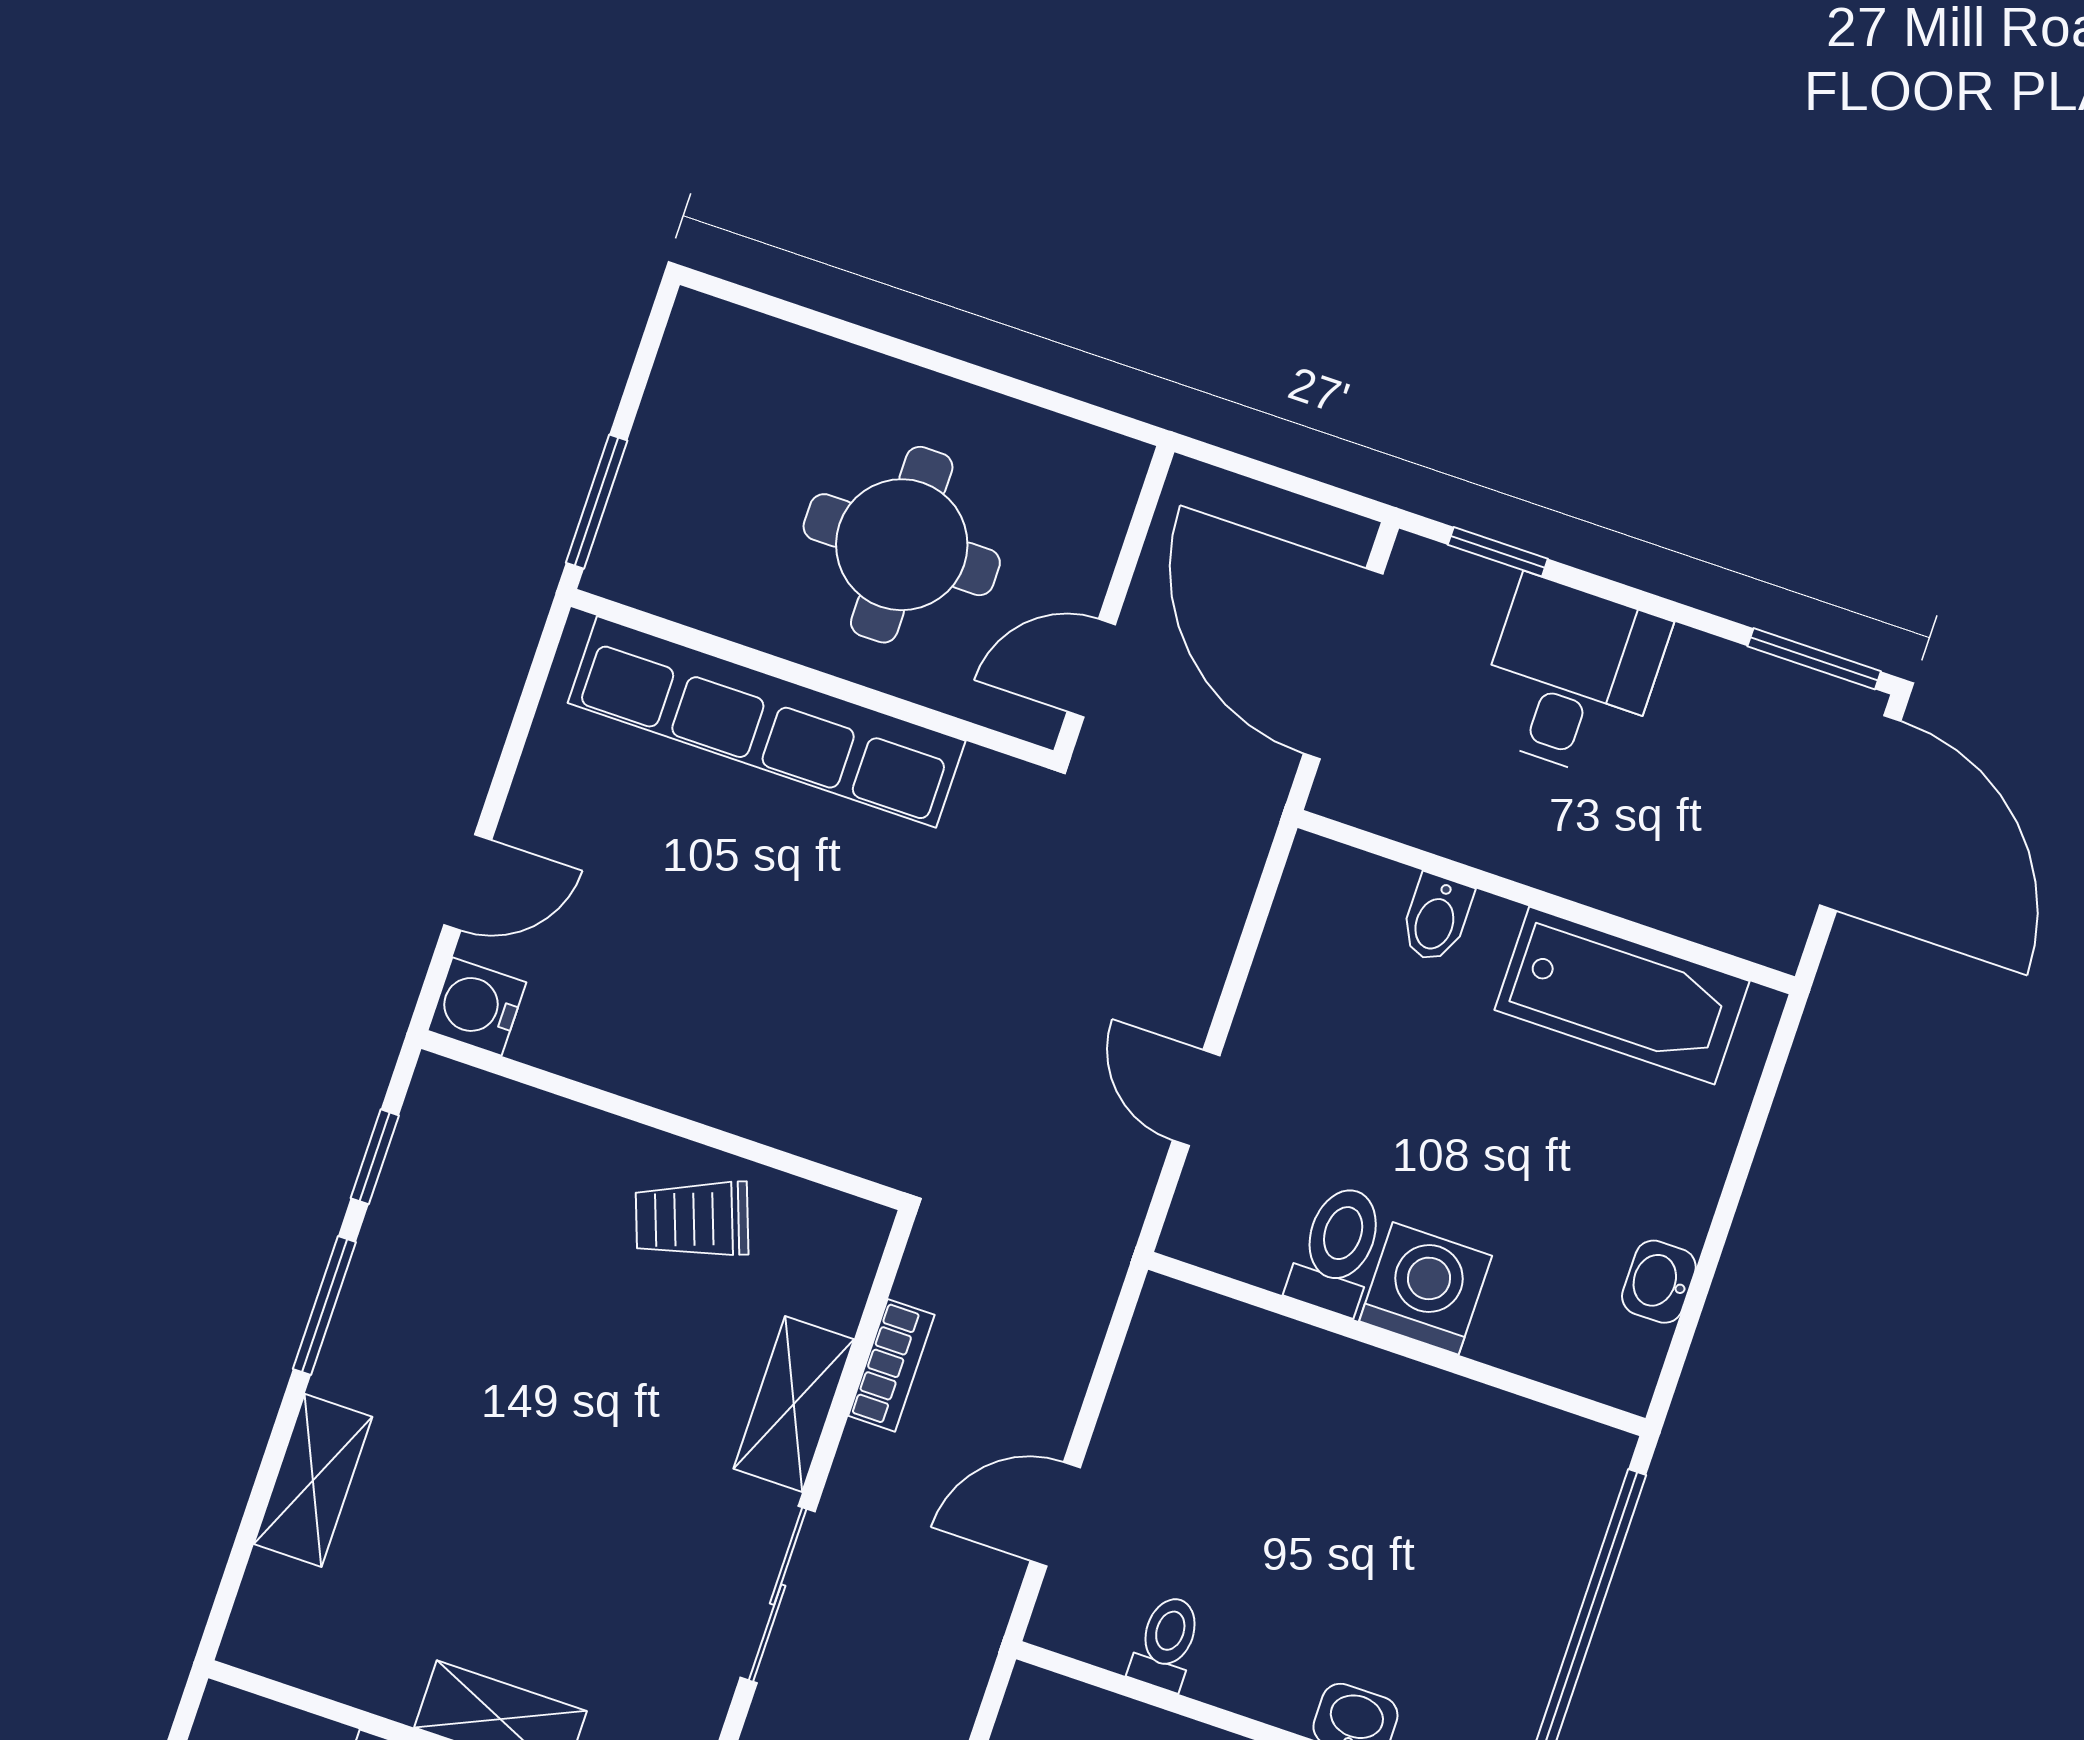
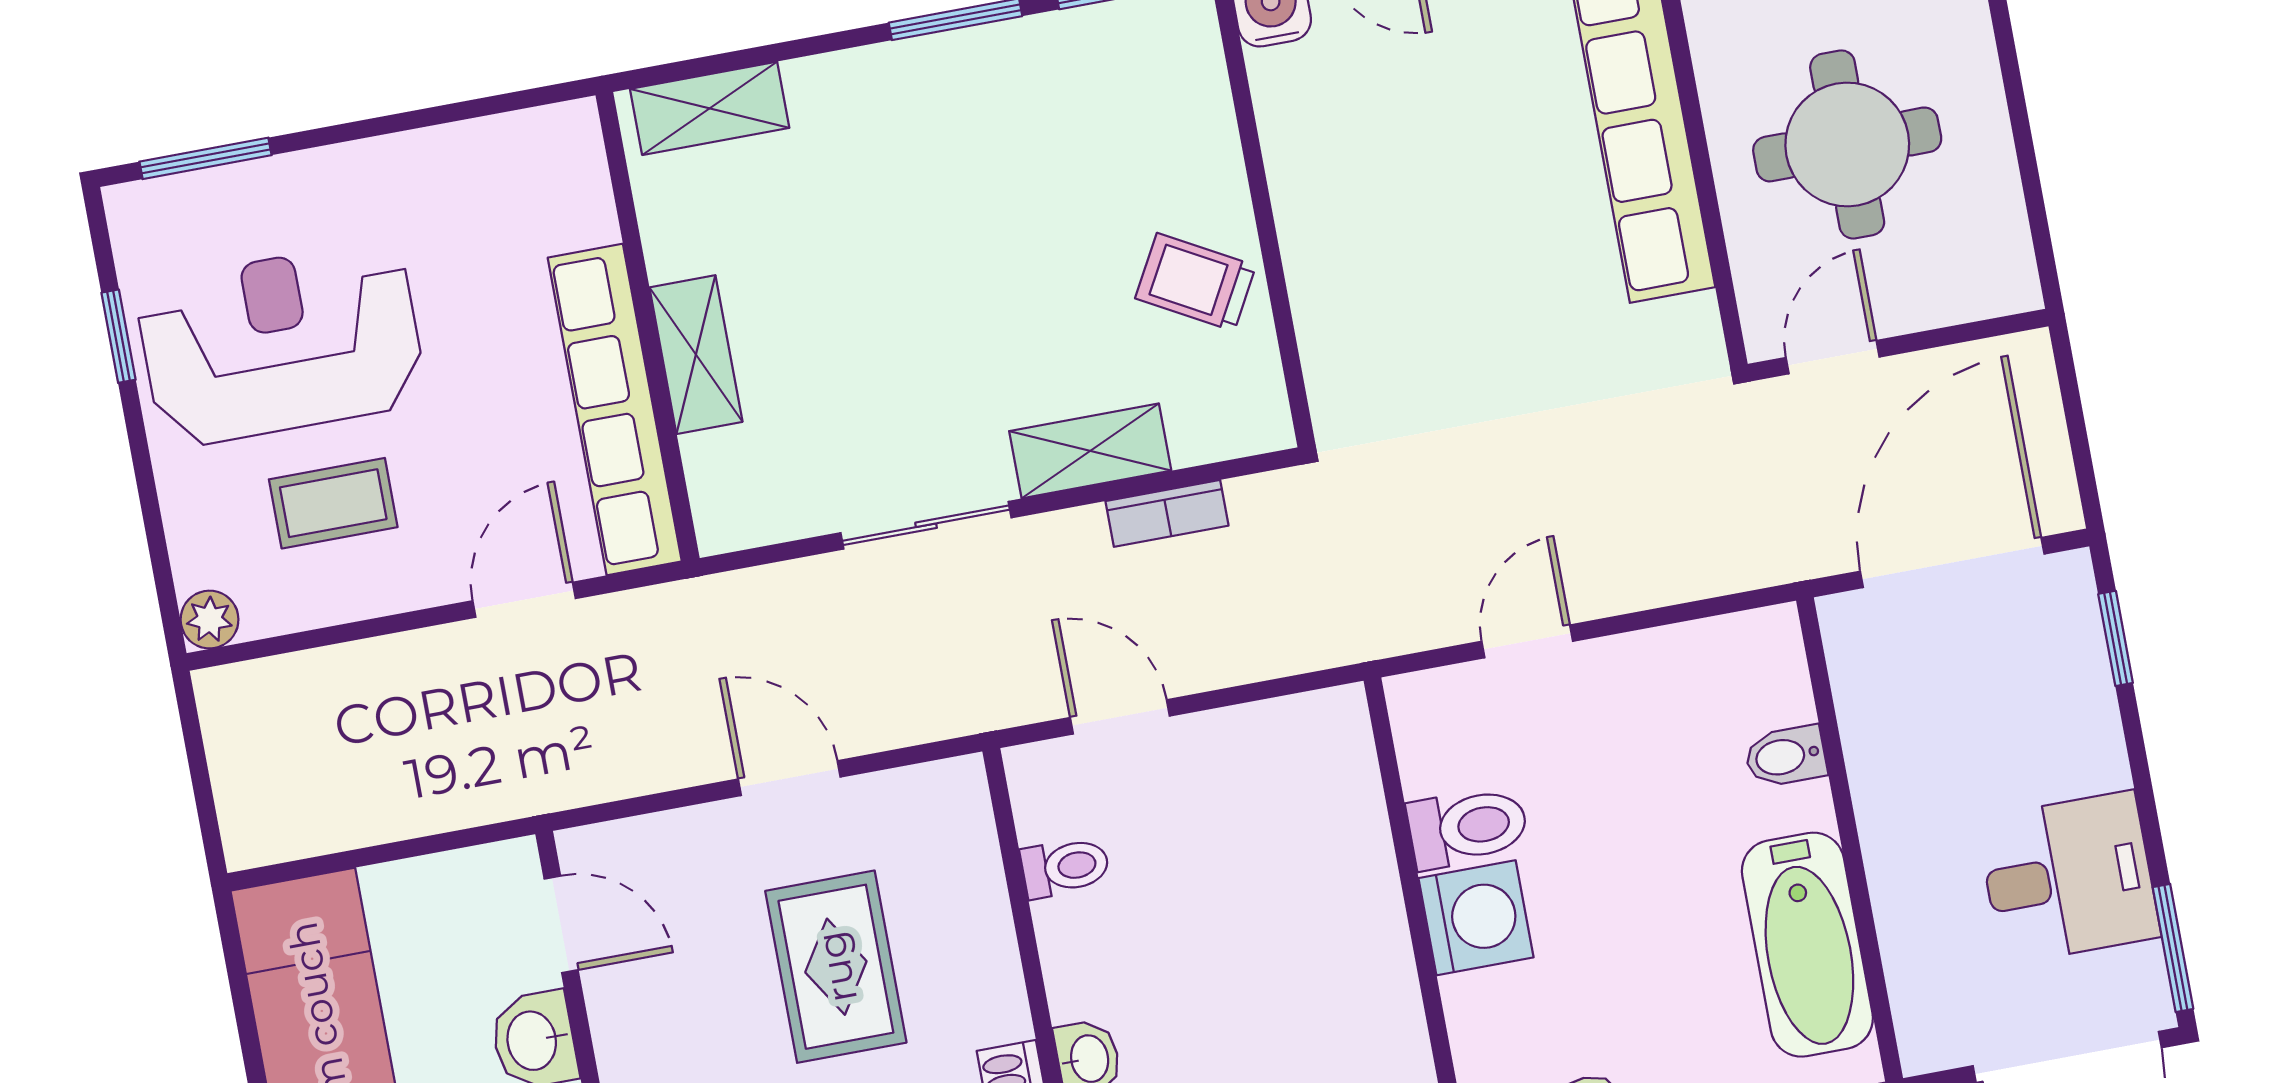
door: (1091, 668) -> (1833, 357), hinge flipped
desk: (1571, 677) -> (2068, 878), moved
trolley: (692, 1219) -> (1196, 282), turned -41
shelving: (313, 1480) -> (710, 108), moved

